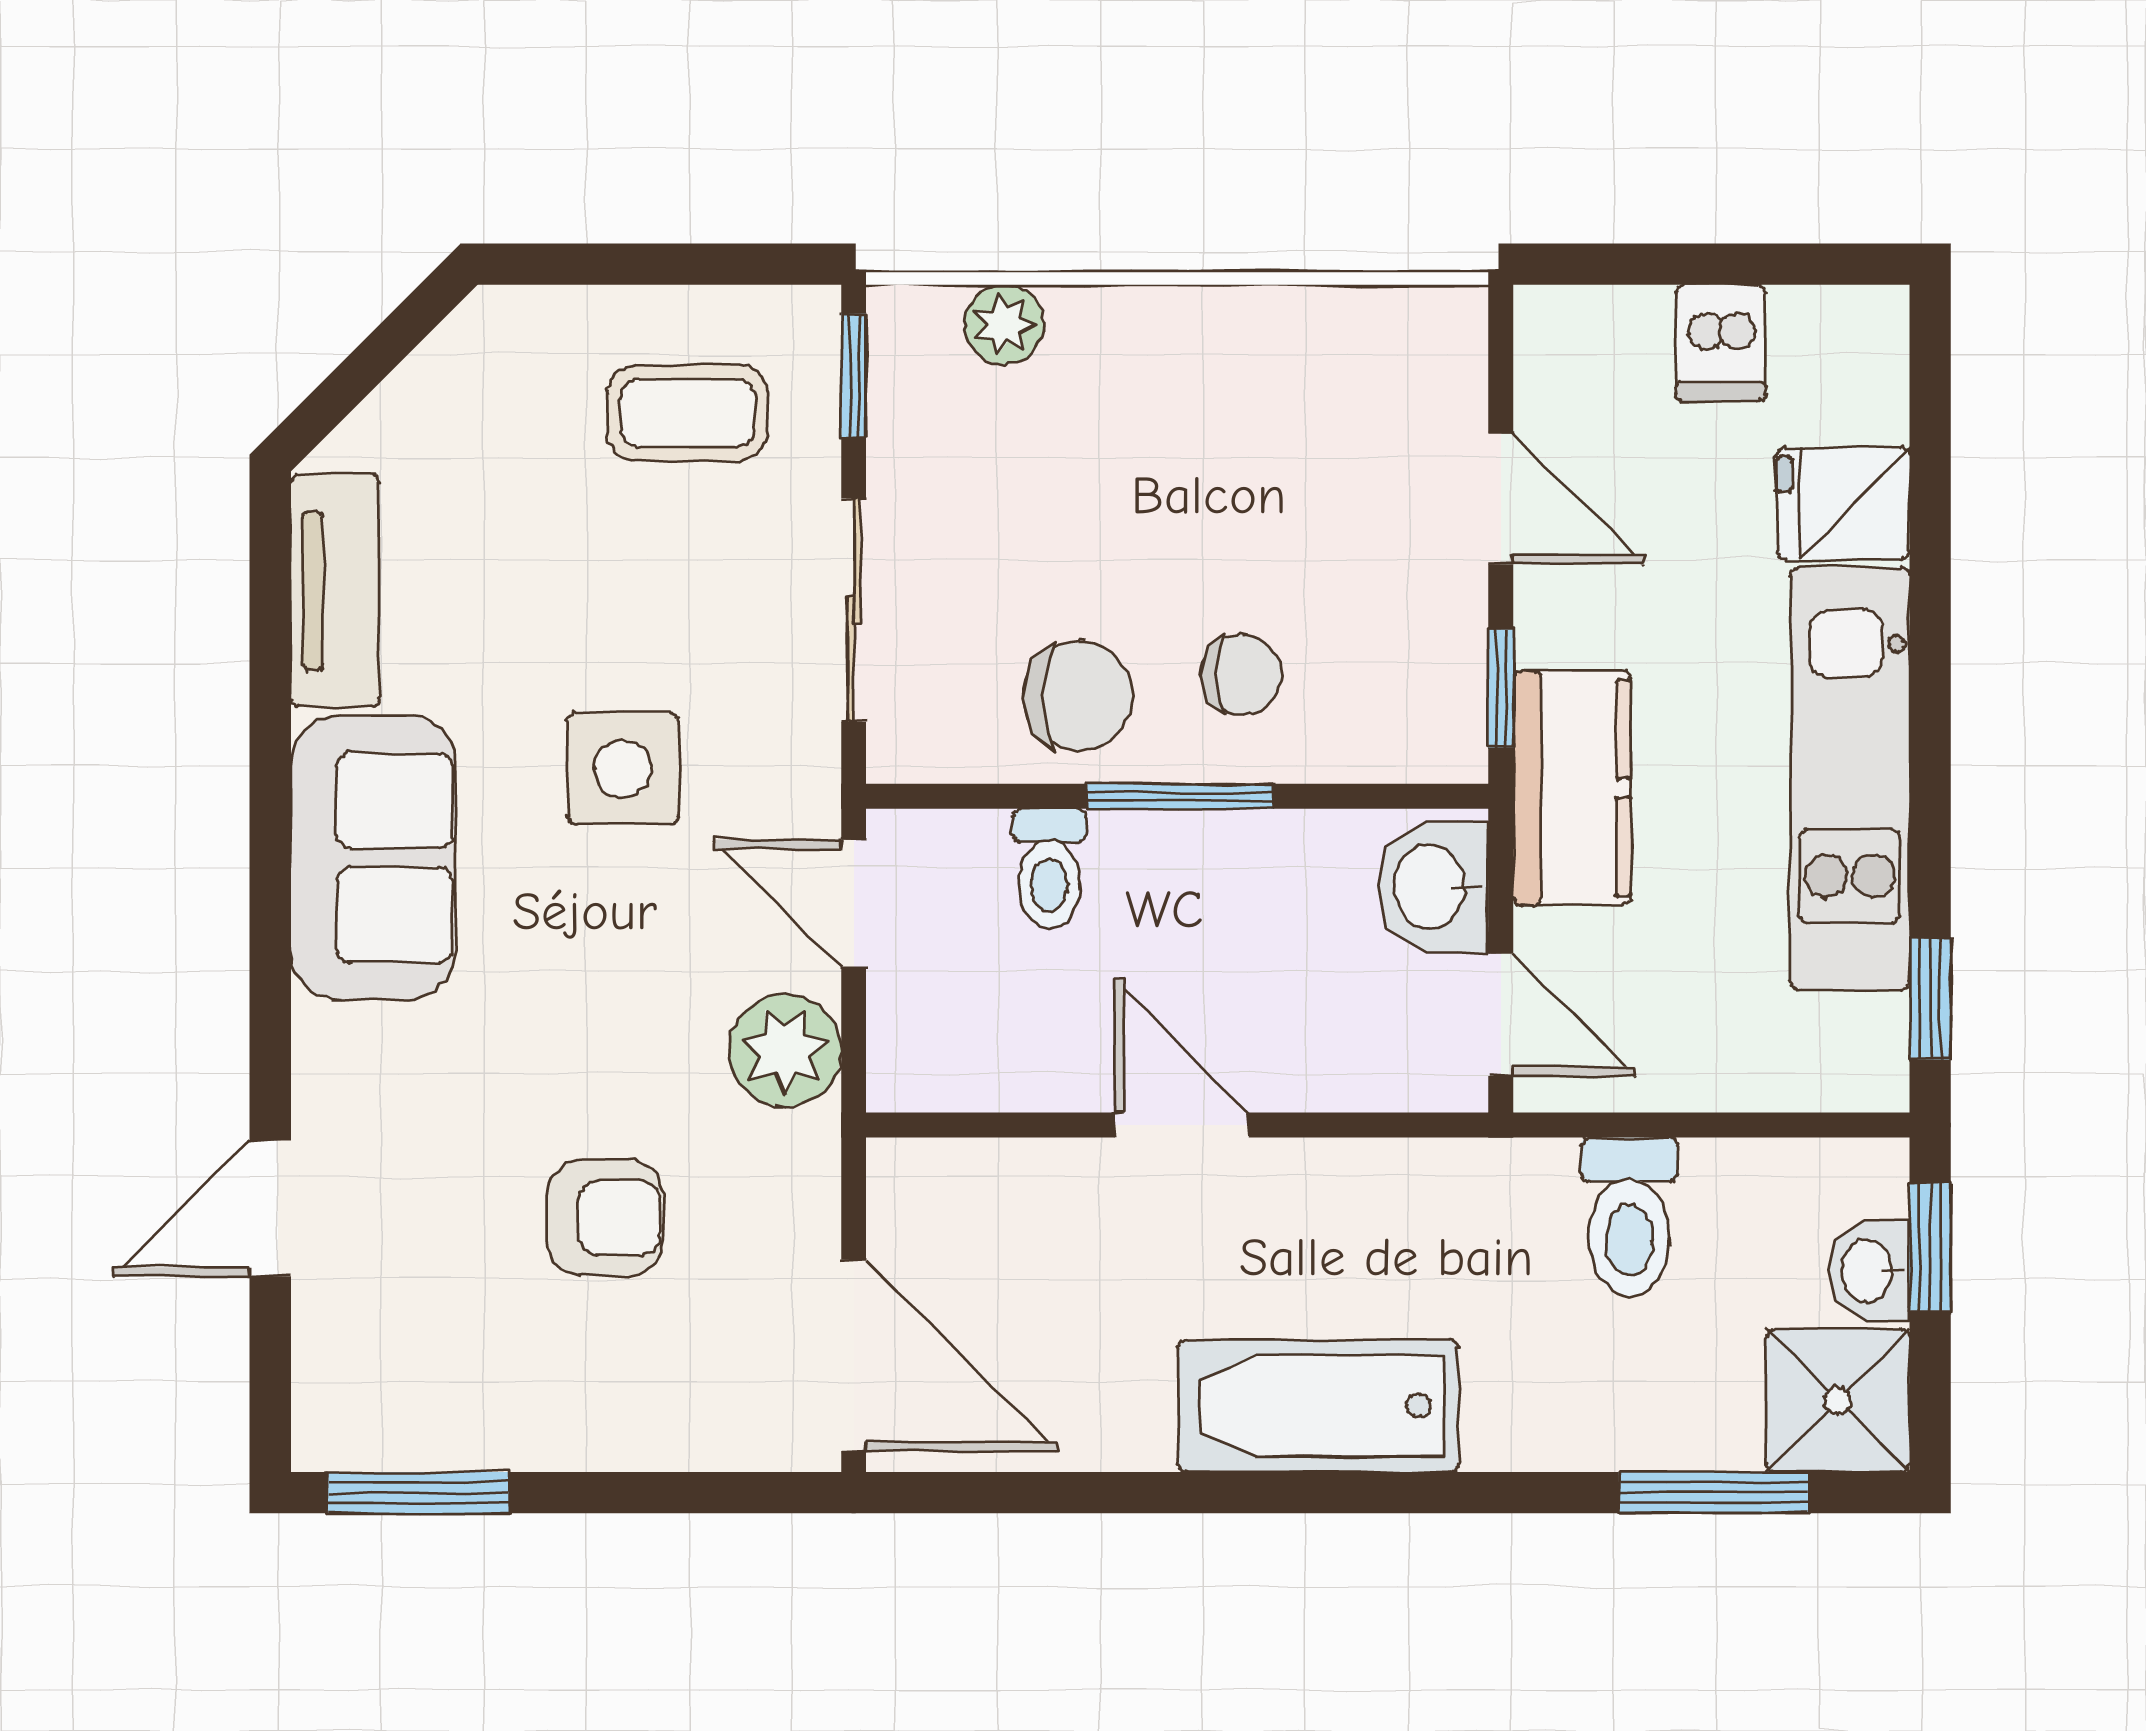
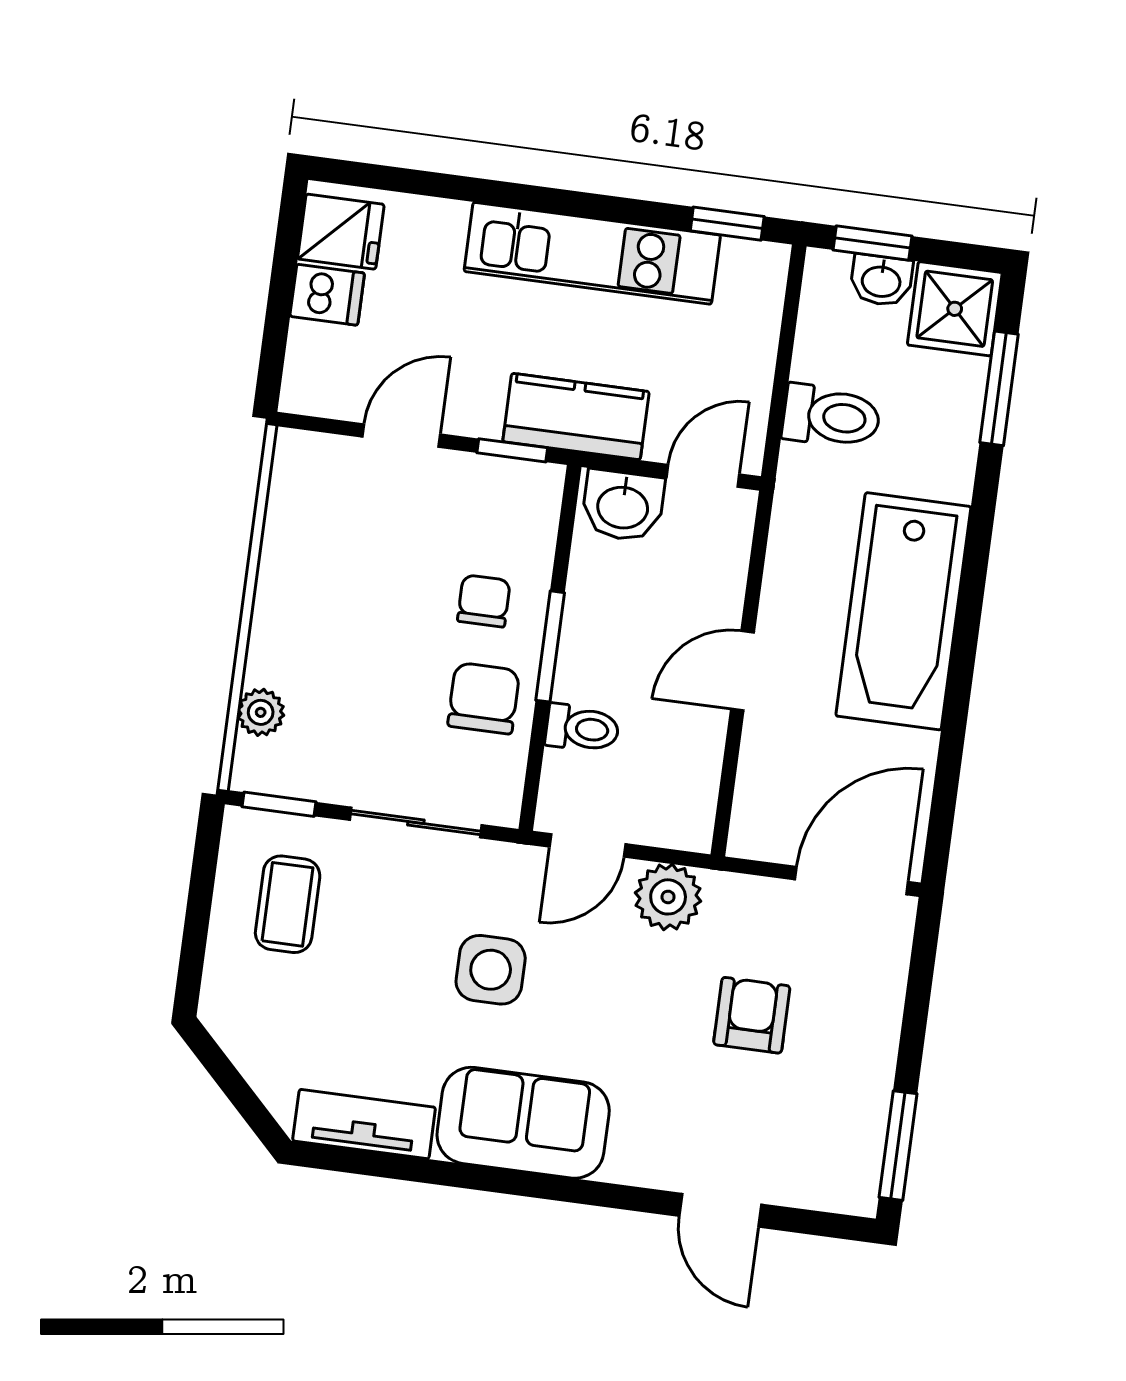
fridge: (1843, 503) -> (341, 232), moved, turned -90
bathtub: (1318, 1406) -> (903, 611), width x1.36, depth x1.36

